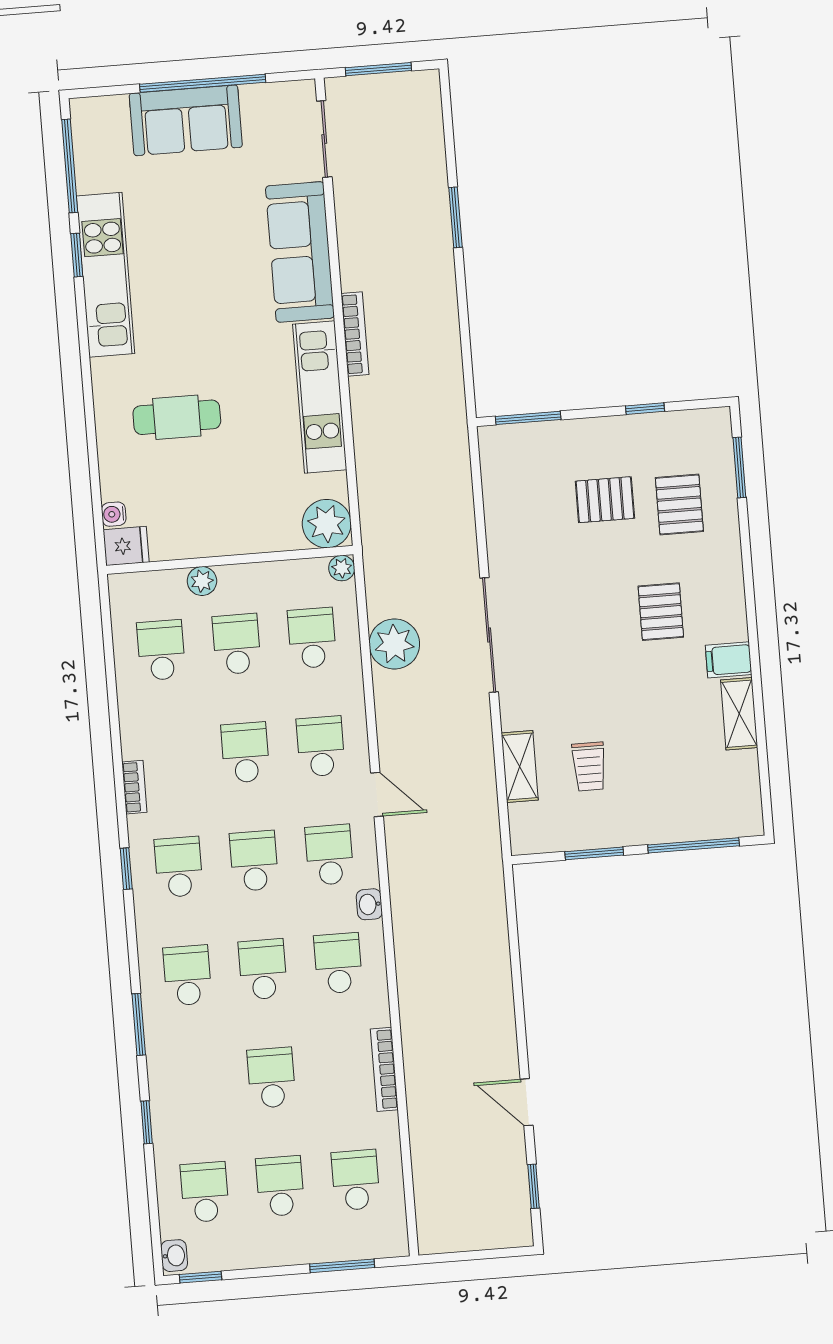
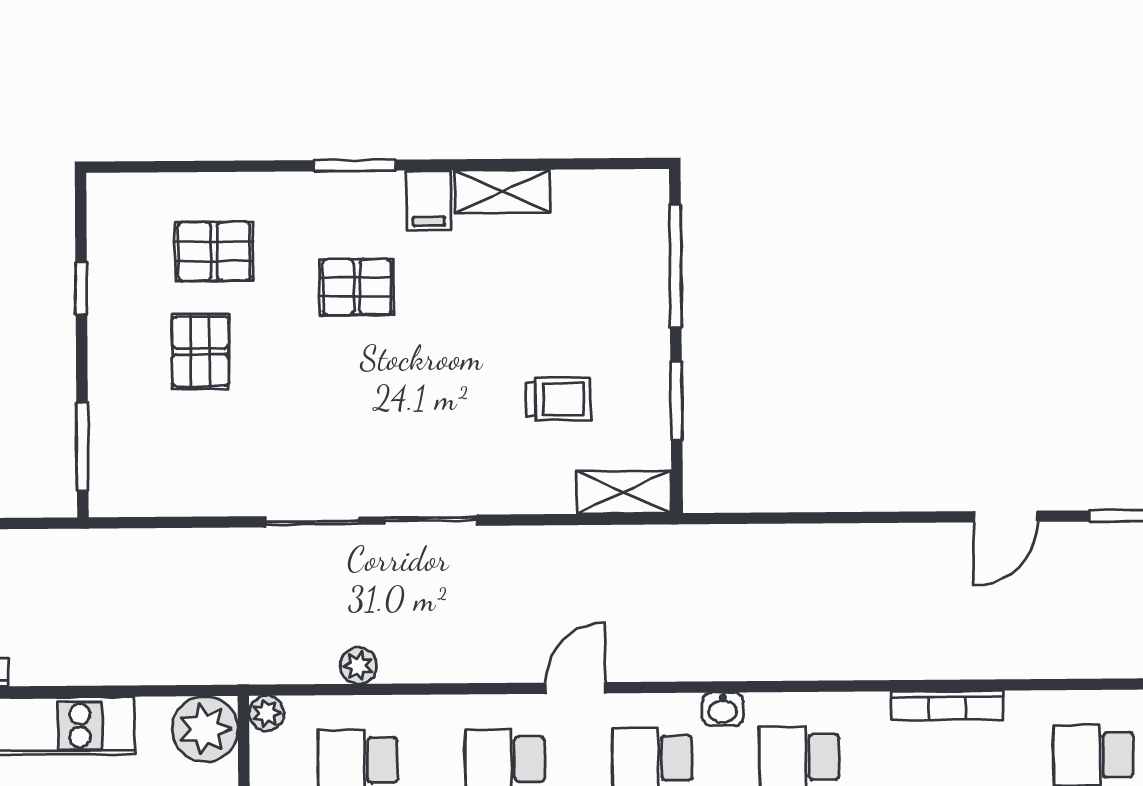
window: (739, 467) -> (355, 165), moved
sliding door: (489, 635) -> (371, 521), width x1.36
plant: (394, 644) -> (358, 666), width x0.53, depth x0.53
shelving: (520, 767) -> (624, 492), moved

